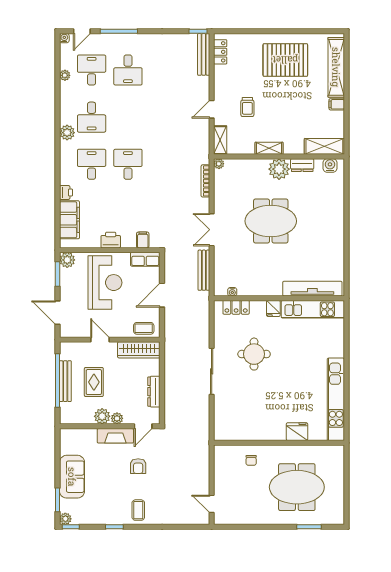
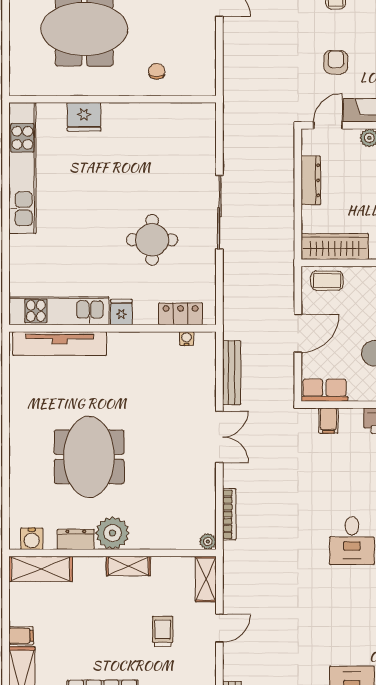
meeting table: (271, 221) -> (89, 457), moved, turned 90

